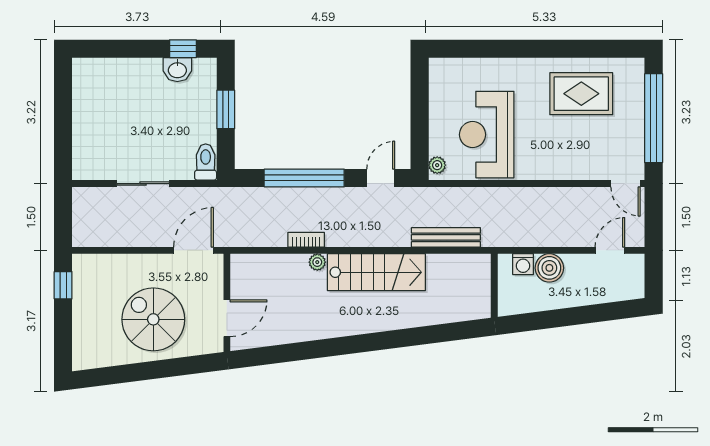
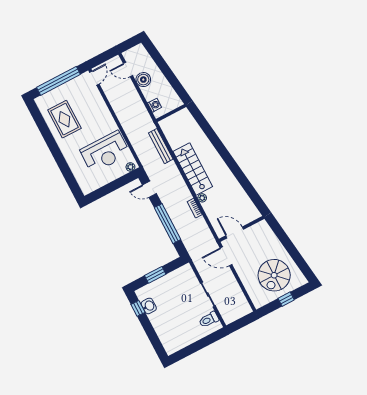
toilet: (206, 162) -> (209, 320), moved
boiler: (549, 268) -> (143, 80), moved
window: (63, 285) -> (286, 299), moved
door: (227, 318) -> (235, 233), moved
spiral stairs: (153, 319) -> (274, 275), moved

